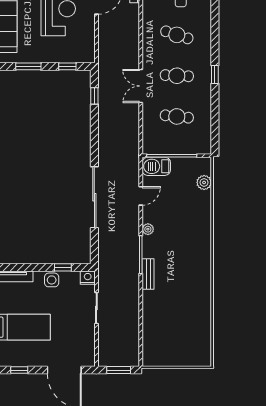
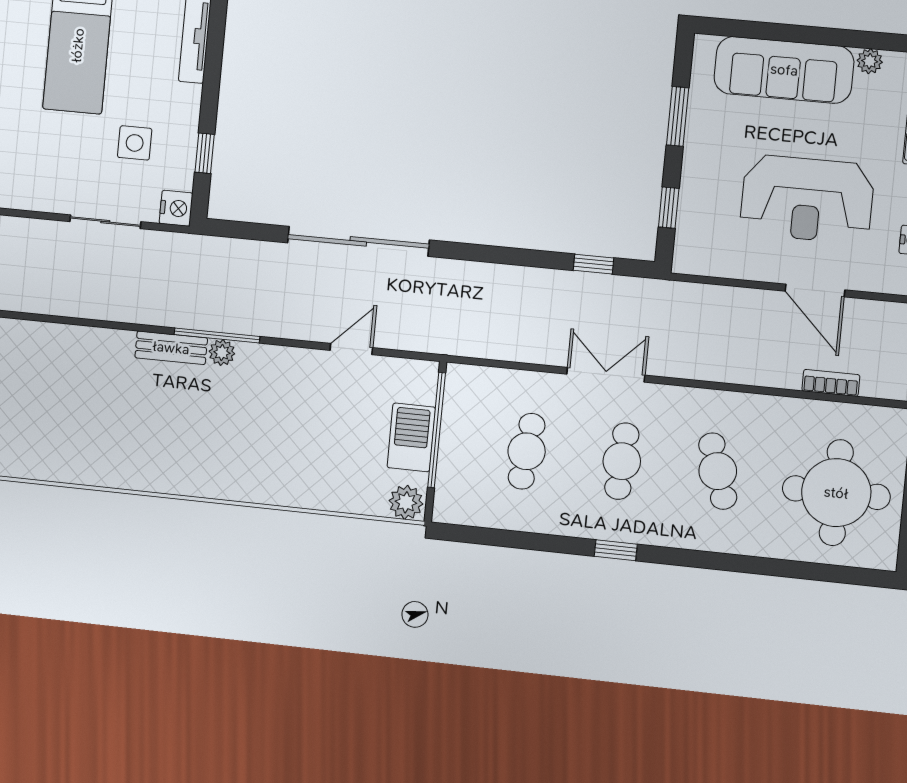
cafe table: (177, 35) -> (718, 471), turned -36
barbecue: (156, 166) -> (411, 437), moved
plant: (204, 182) -> (406, 502), moved
door: (141, 196) -> (351, 349), swing flipped
plant: (148, 229) -> (222, 353), moved
side table: (52, 280) -> (135, 143), moved

